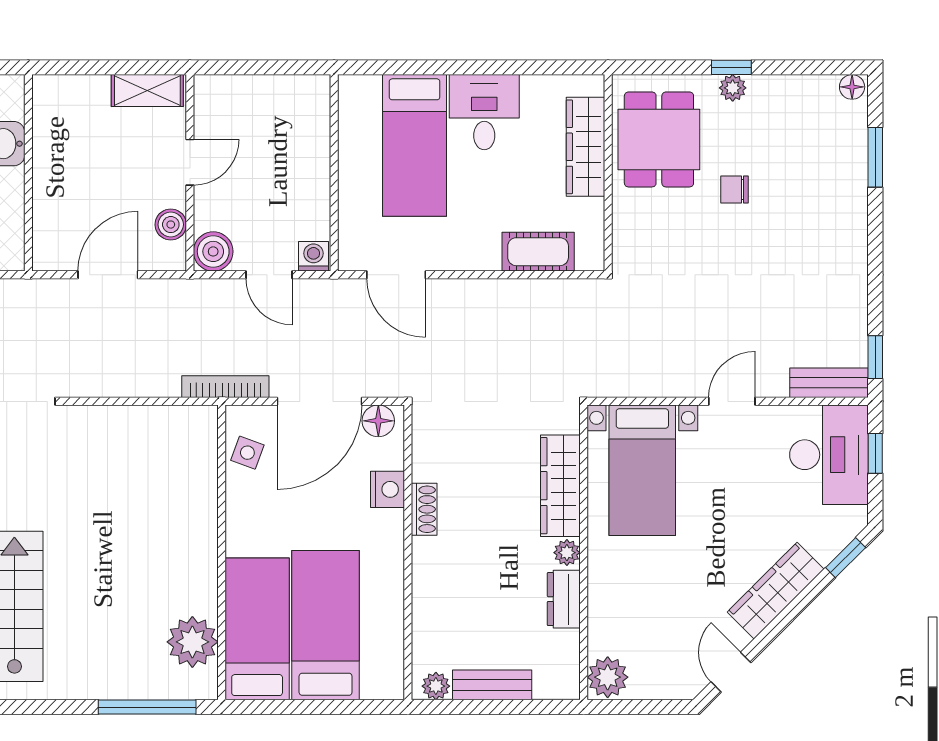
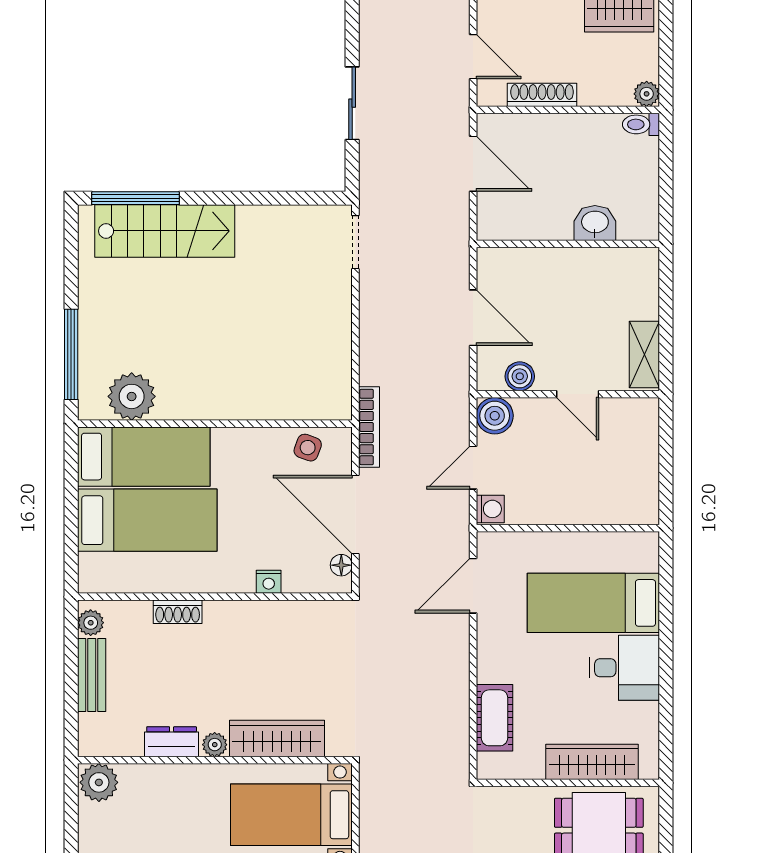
floor lamp: (378, 421) -> (341, 565), width x0.73, depth x0.73
nightstand: (387, 489) -> (269, 582), width x0.72, depth x0.74
shoe rack: (424, 509) -> (178, 612), moved

